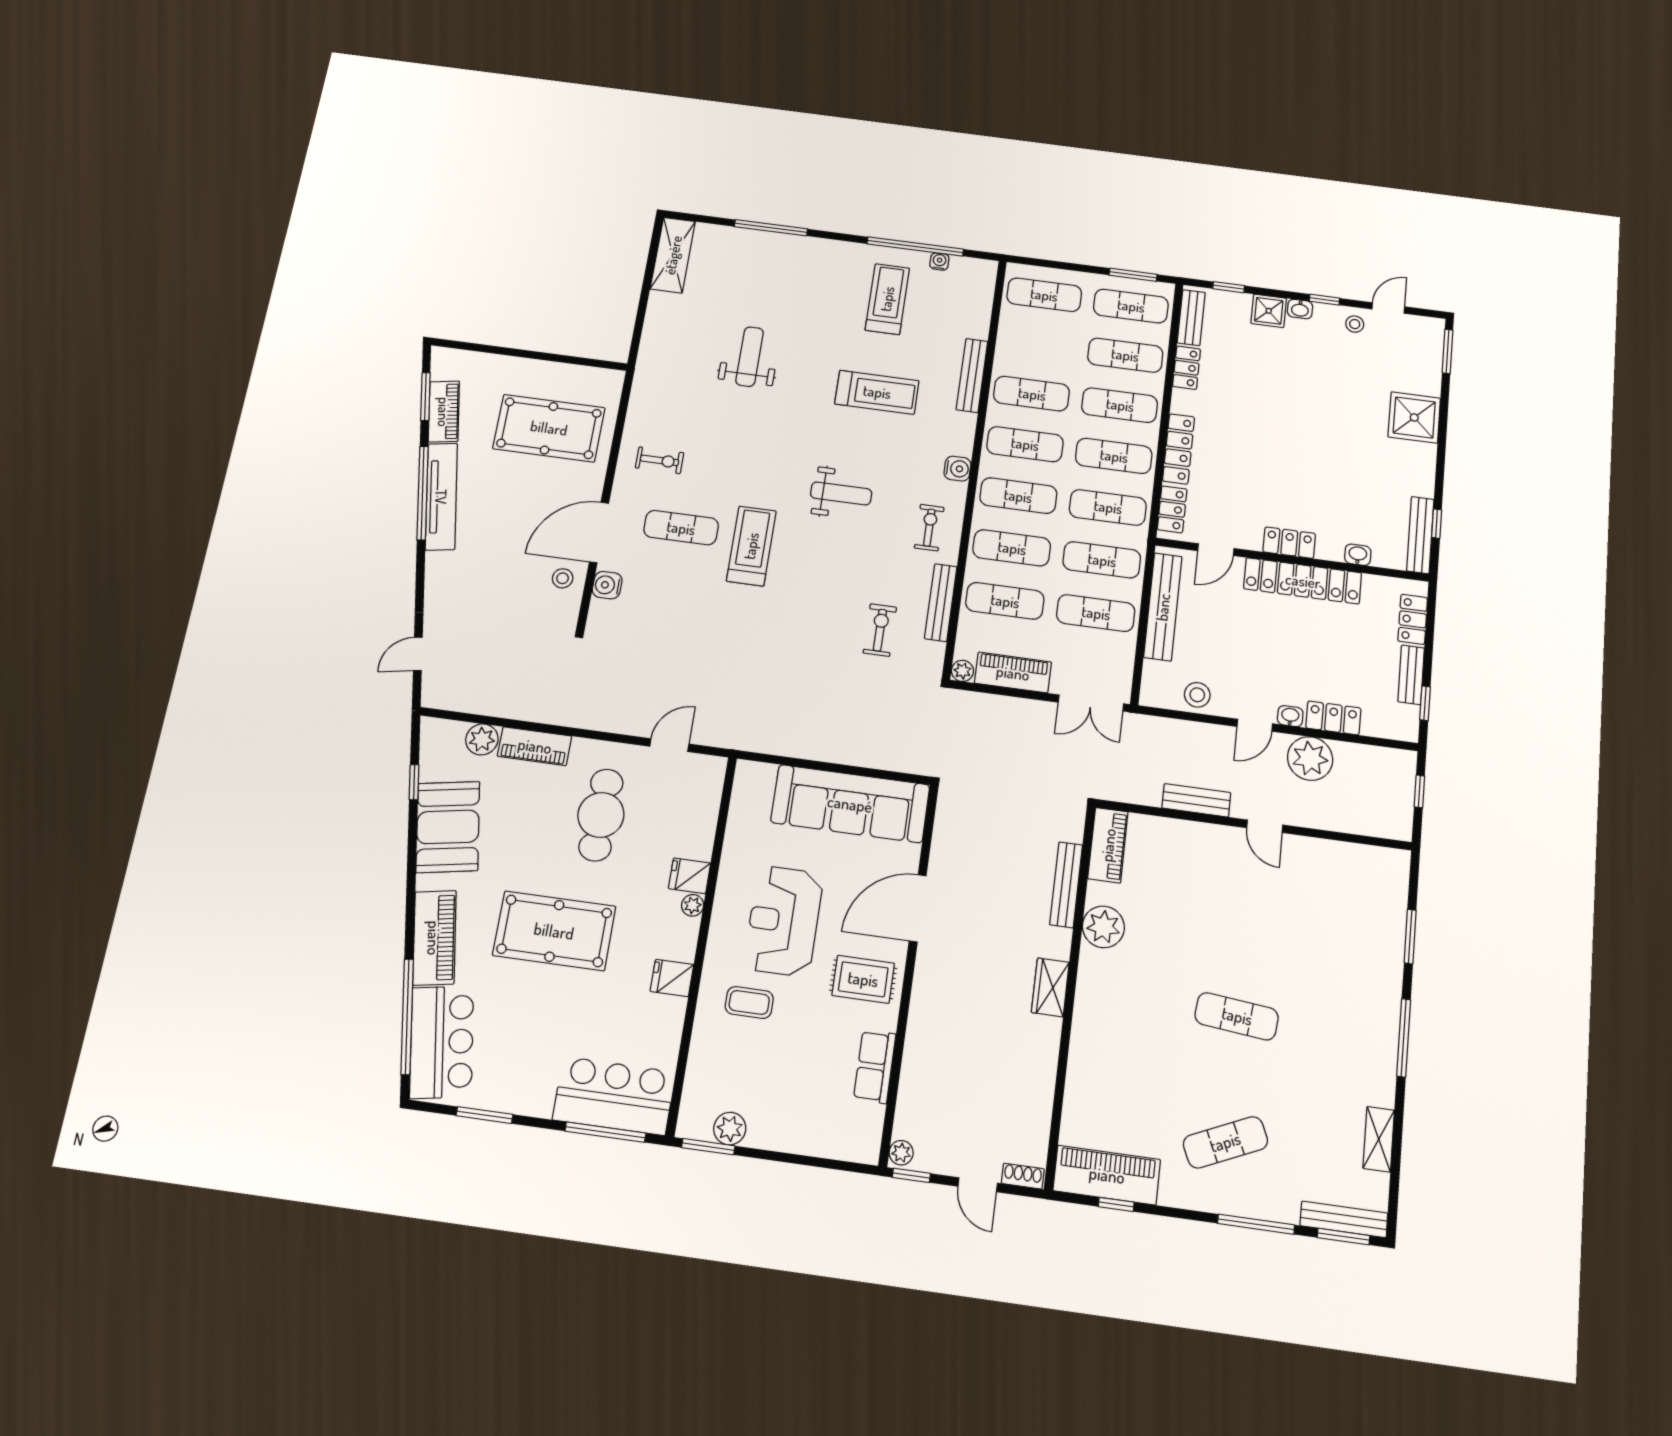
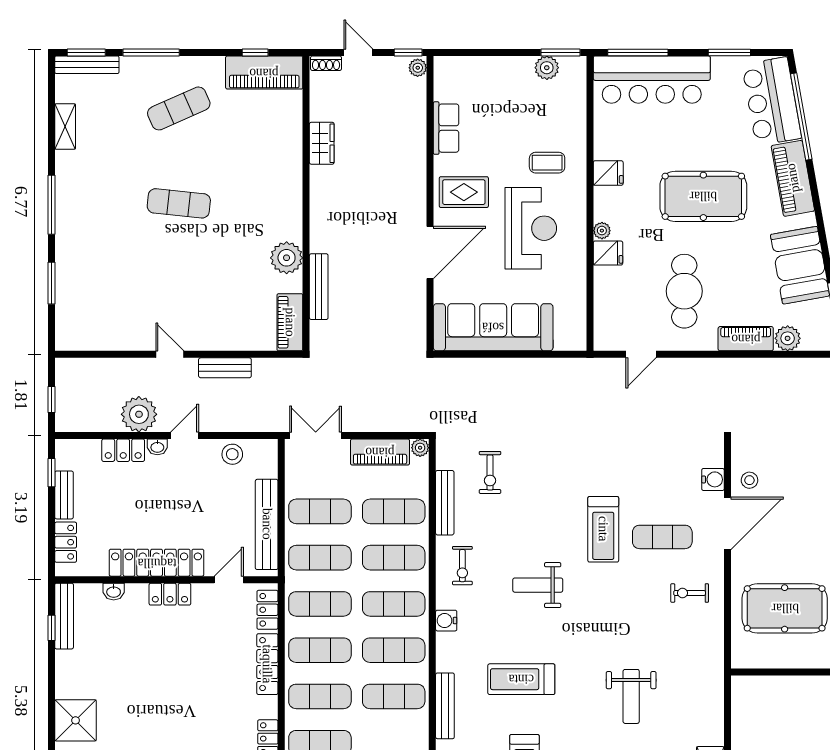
wardrobe: (1050, 987) -> (322, 143), moved
bar counter: (614, 1096) -> (652, 80), width x1.36

